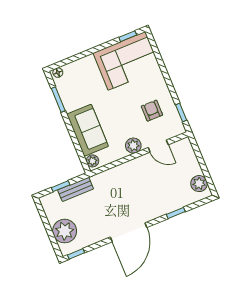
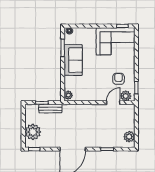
sofa: (88, 130) -> (73, 60), moved
plant: (133, 146) -> (126, 96), moved
door: (158, 146) -> (113, 103), swing flipped

